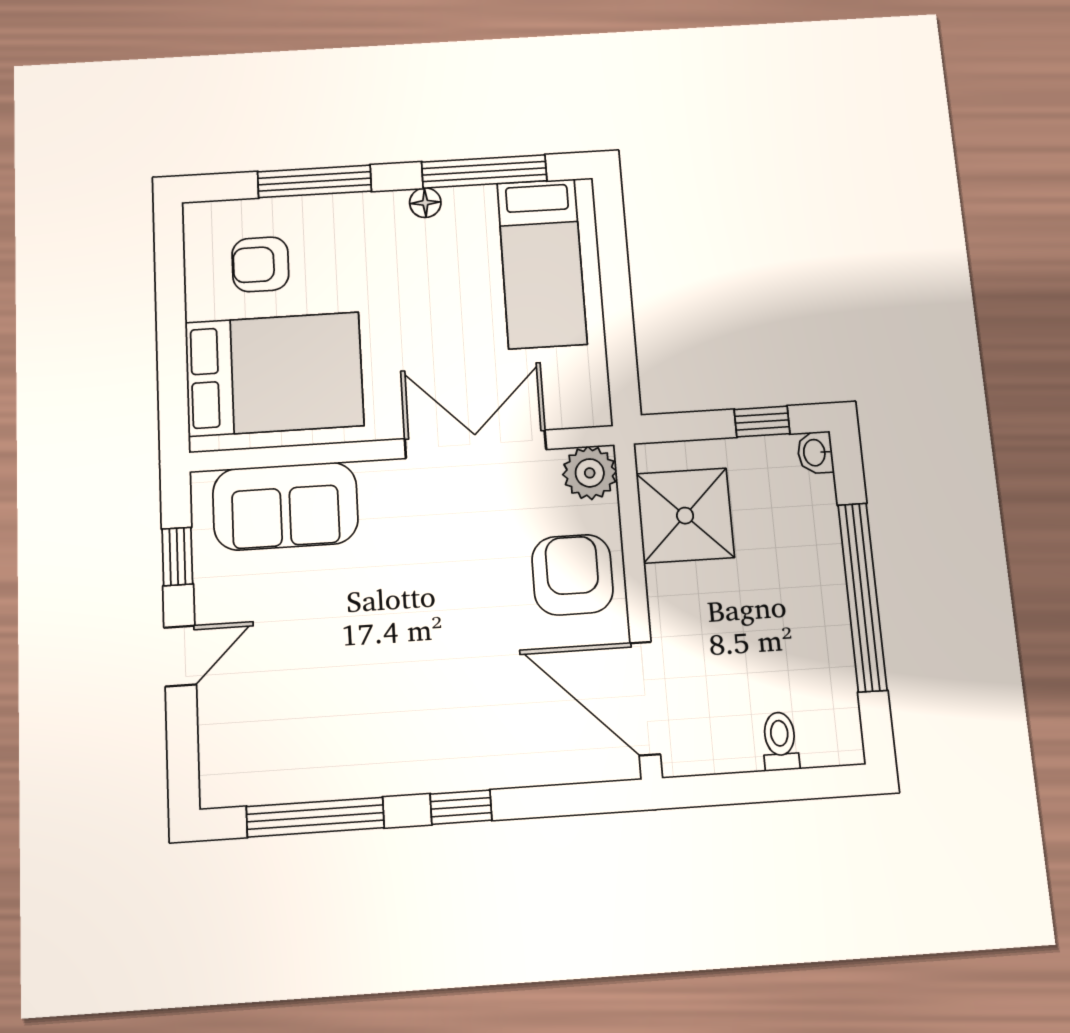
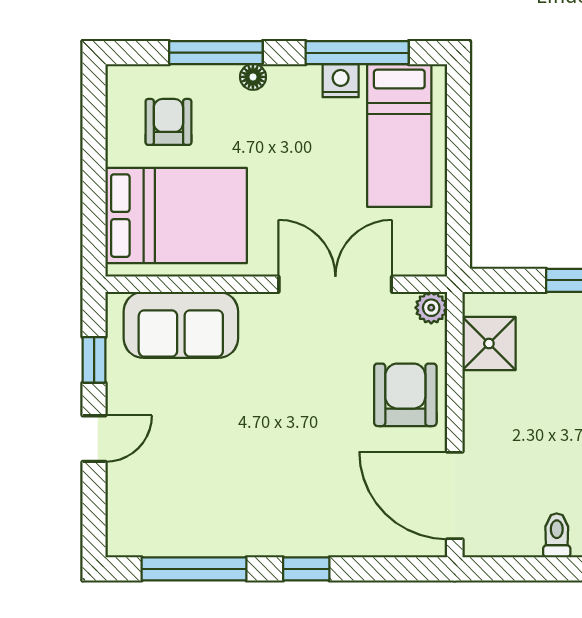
floor lamp: (425, 203) -> (253, 77), moved
nightstand: (466, 204) -> (341, 81), added
armchair: (260, 264) -> (168, 122), turned 90
plant: (590, 473) -> (431, 308), width x0.73, depth x0.73
shower: (685, 516) -> (489, 344), width x0.73, depth x0.73

